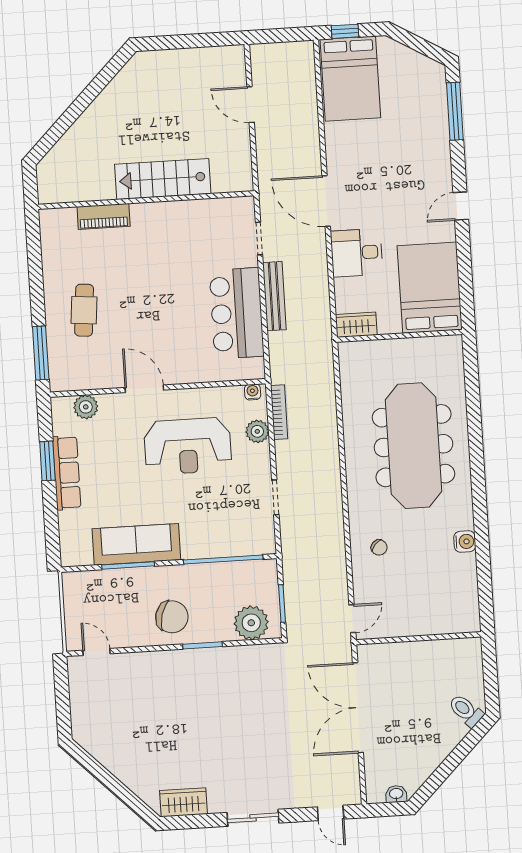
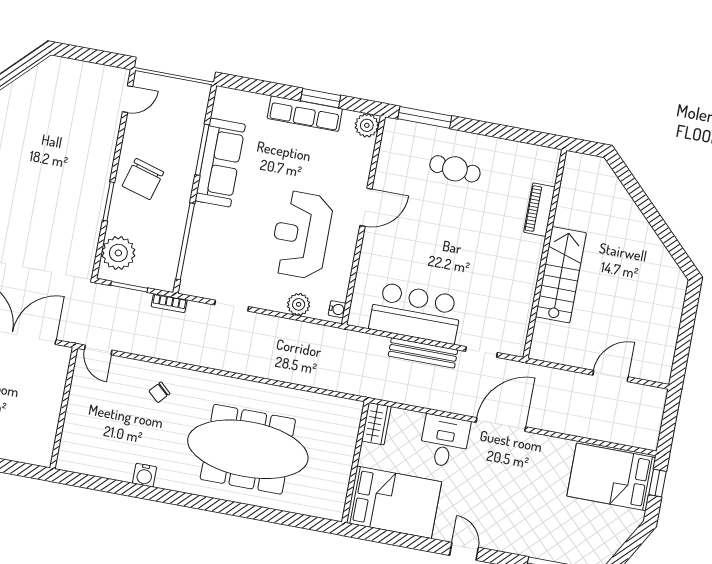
plant: (86, 407) -> (367, 125), moved
bookcase: (279, 412) -> (169, 303), moved, width x0.64

